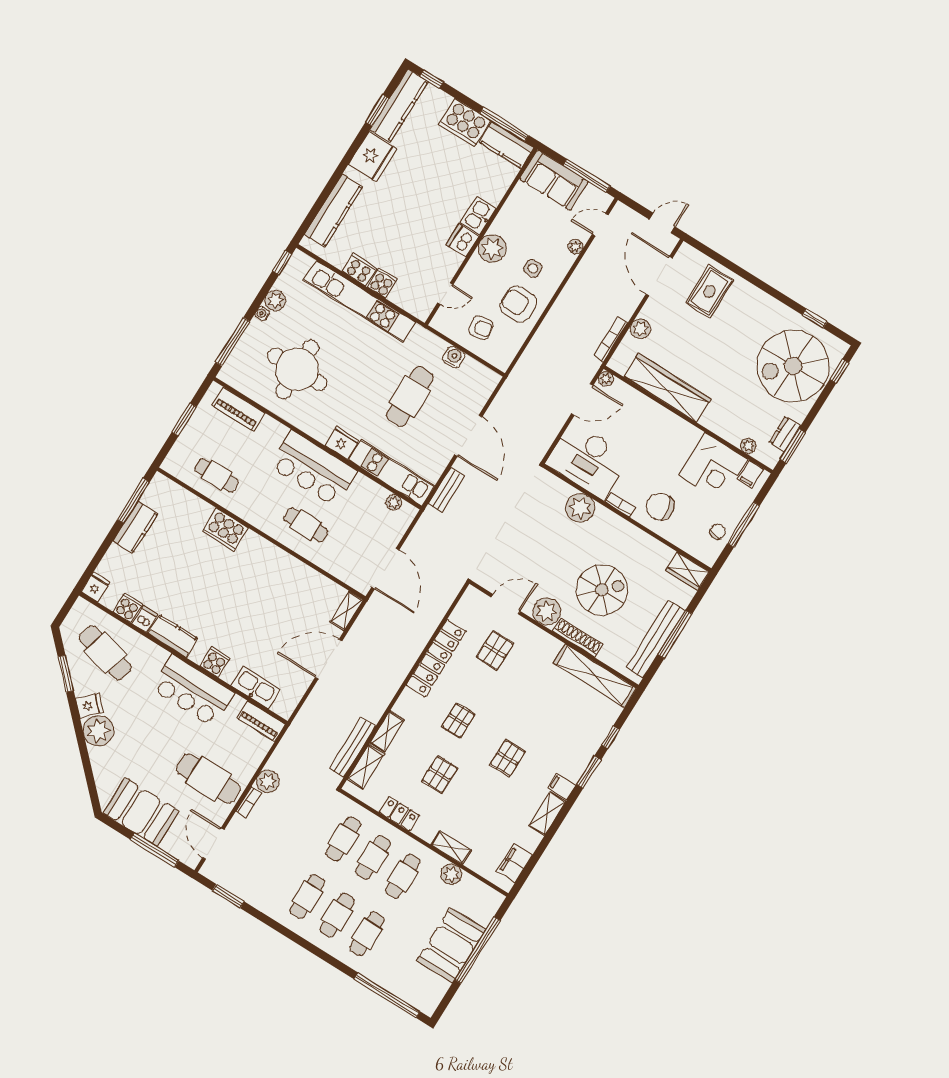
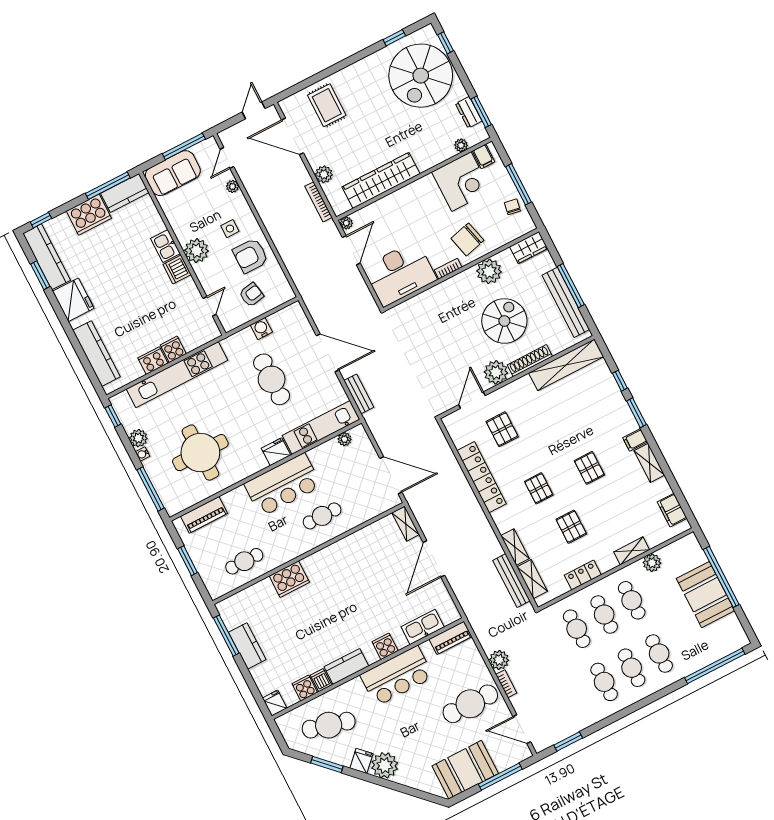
plant: (580, 508) -> (489, 271), moved

